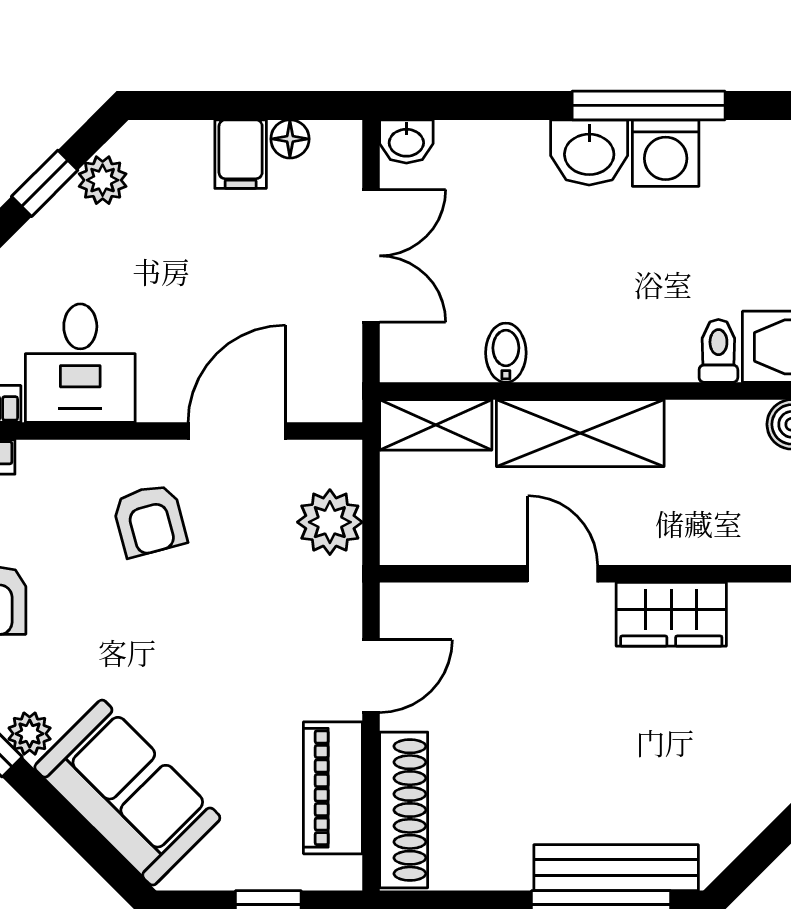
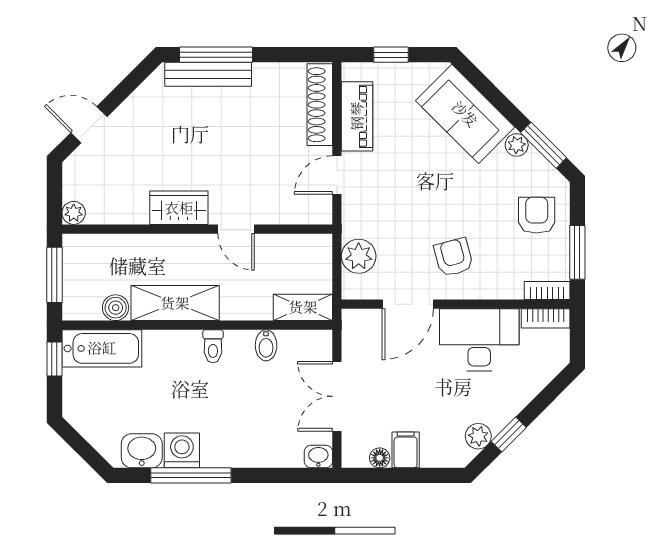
washbasin: (589, 152) -> (142, 451), moved
toilet: (718, 351) -> (213, 346), moved
desk: (80, 363) -> (479, 340), width x1.37
shelving: (580, 433) -> (175, 303), moved

